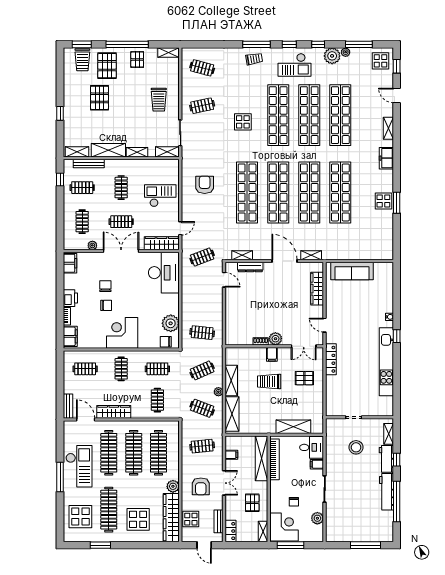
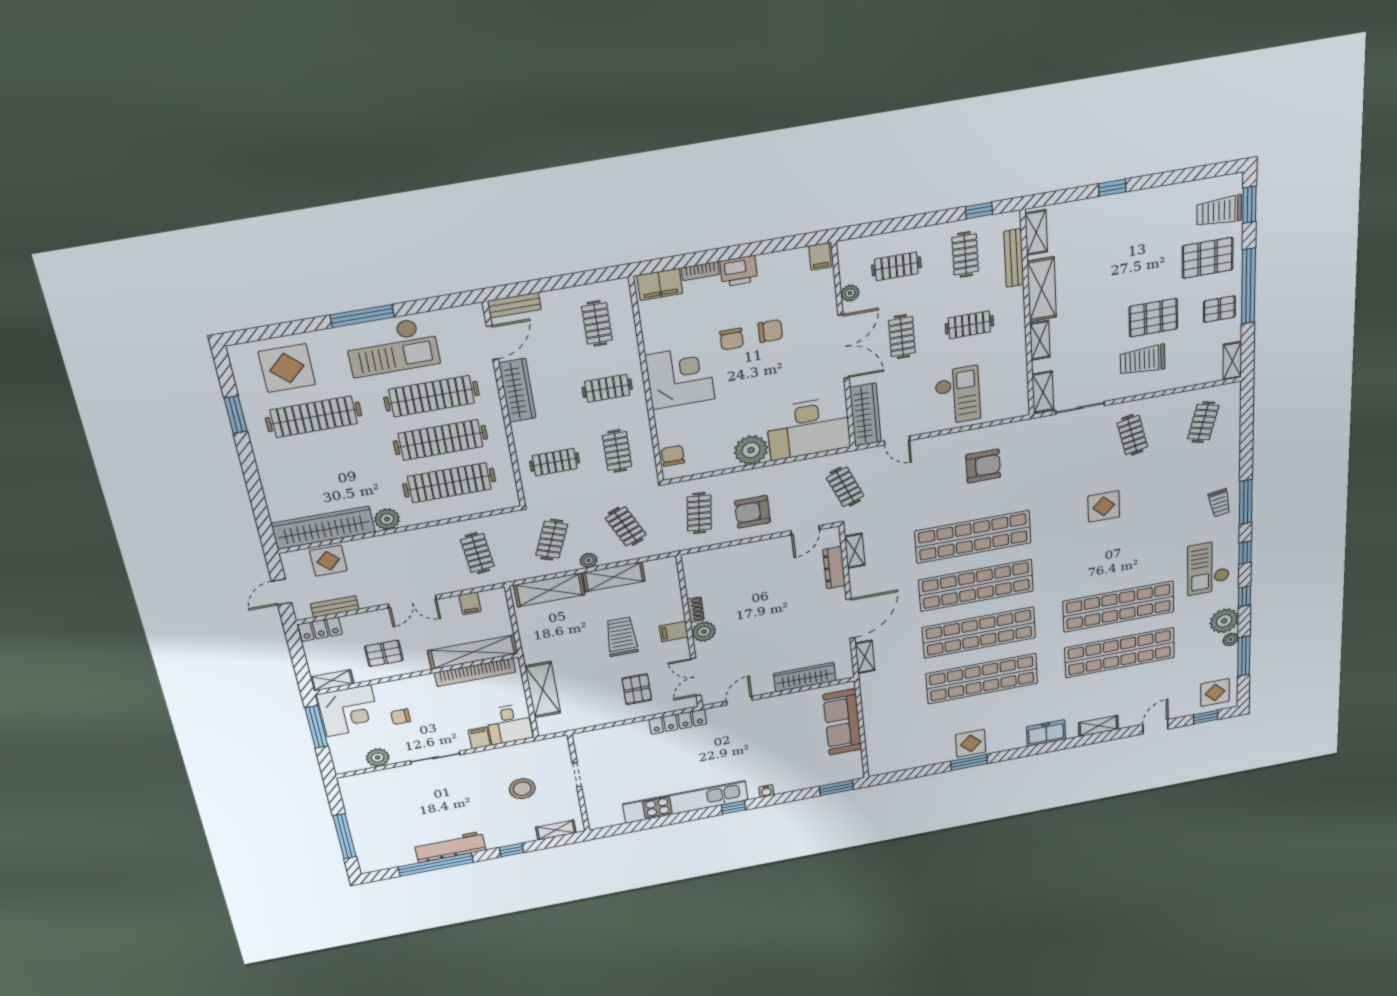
pallet: (100, 98) -> (1153, 318), moved
shop shelf: (278, 115) -> (1117, 559), removed
filing cabinet: (70, 263) -> (820, 256), width x0.50
window: (397, 278) -> (837, 788), added
plant: (171, 323) -> (751, 450), moved
workbench: (386, 459) -> (510, 835), removed
armchair: (201, 486) -> (752, 512), moved
display table: (138, 519) -> (306, 472), removed

